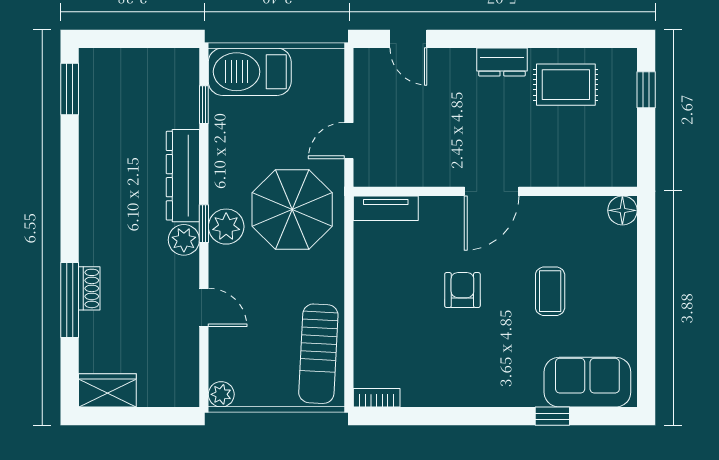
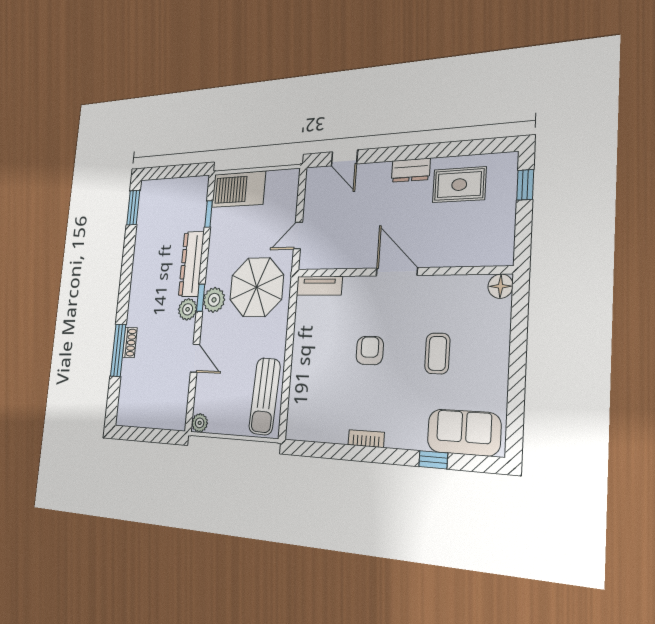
door: (492, 191) -> (397, 272), swing flipped
wardrobe: (107, 390) -> (133, 415), removed
bookcase: (377, 398) -> (366, 439), moved

